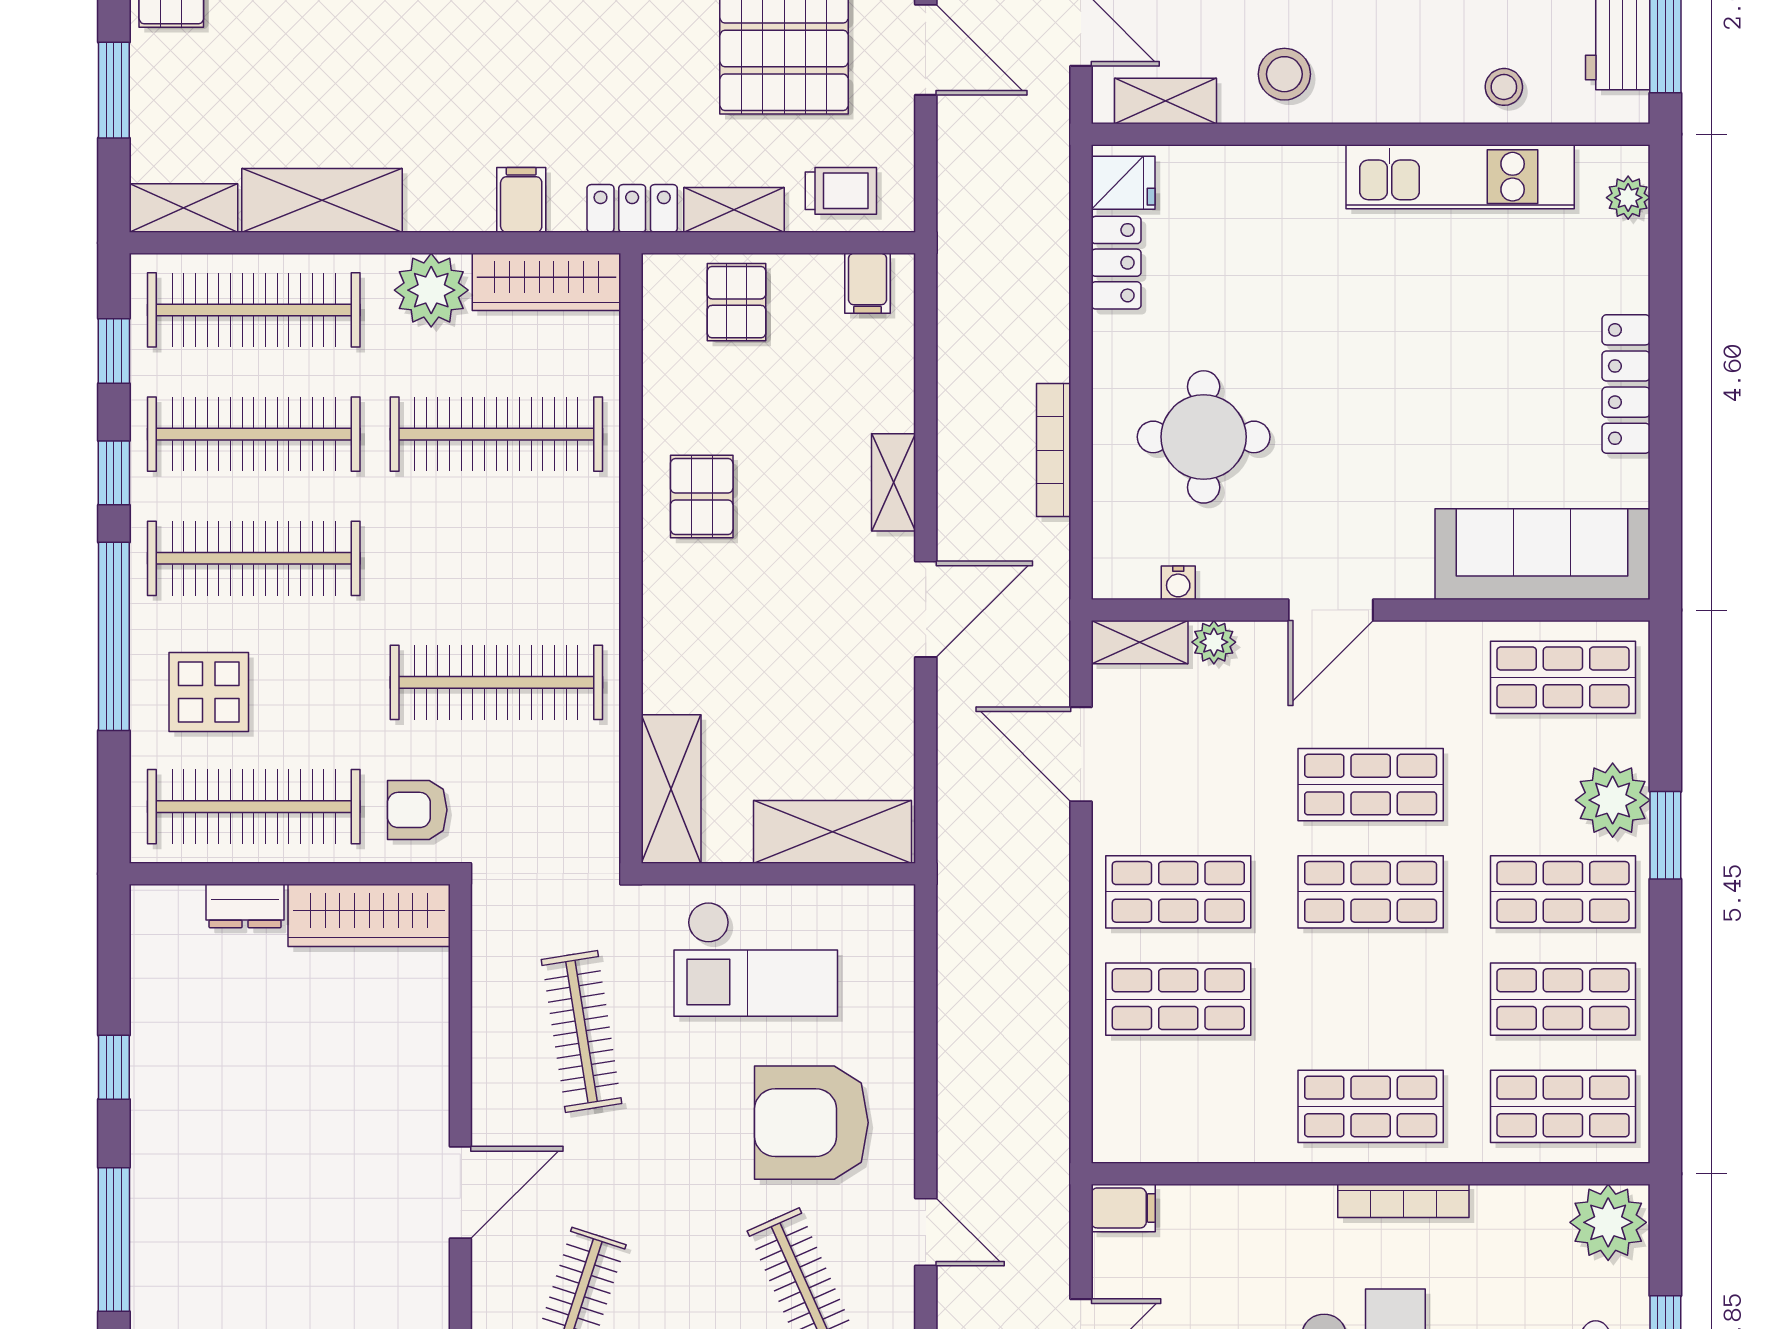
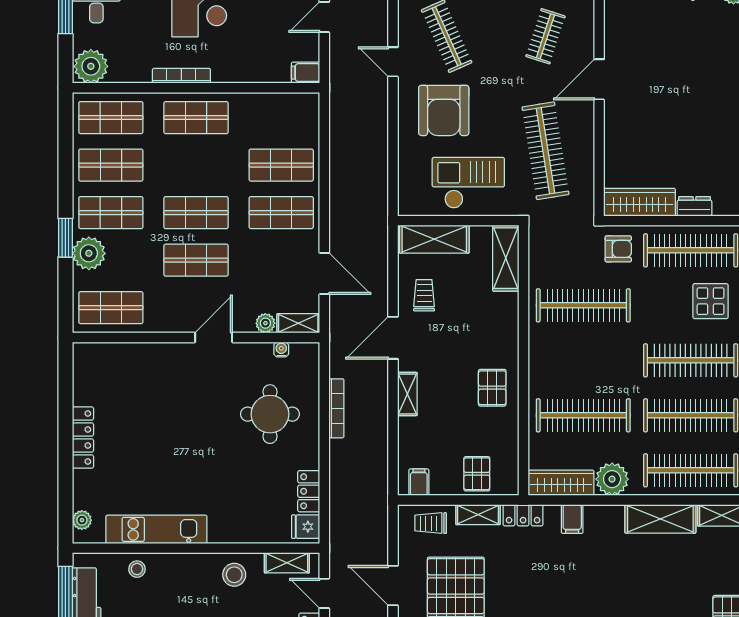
sofa: (1542, 554) -> (120, 362), removed
trolley: (856, 705) -> (424, 295), added
clothes rail: (582, 1032) -> (545, 151), width x1.37, depth x1.31
armchair: (811, 1123) -> (444, 110), turned 90

